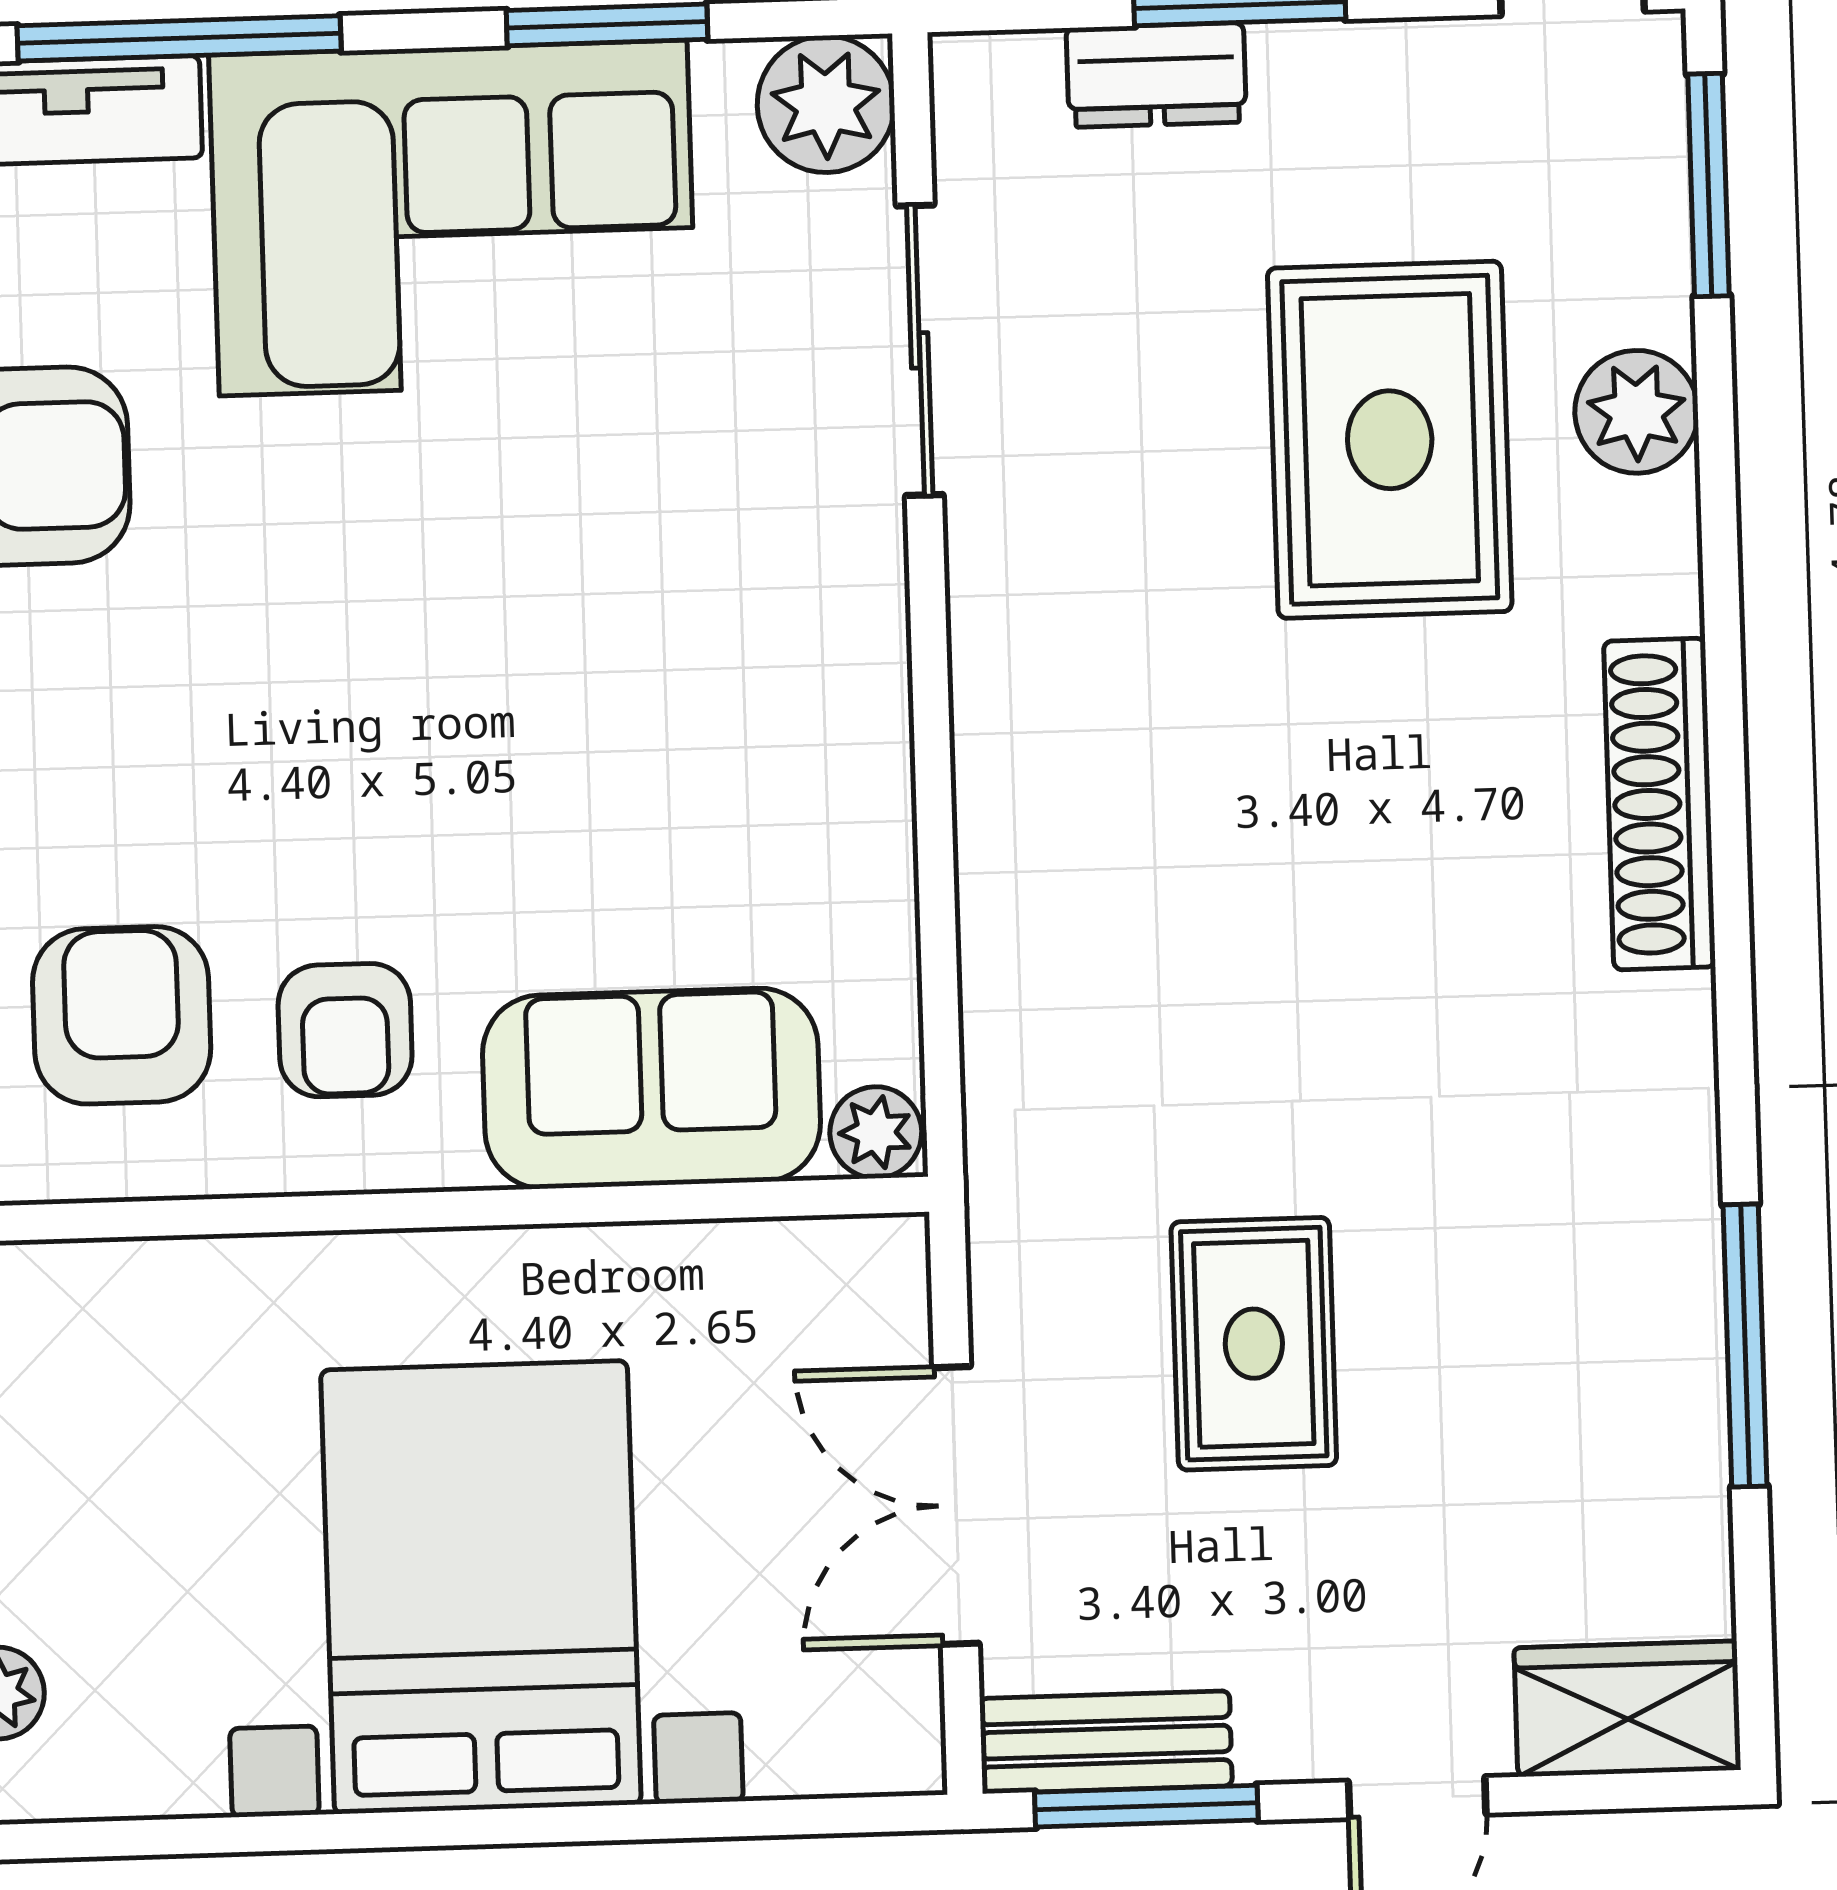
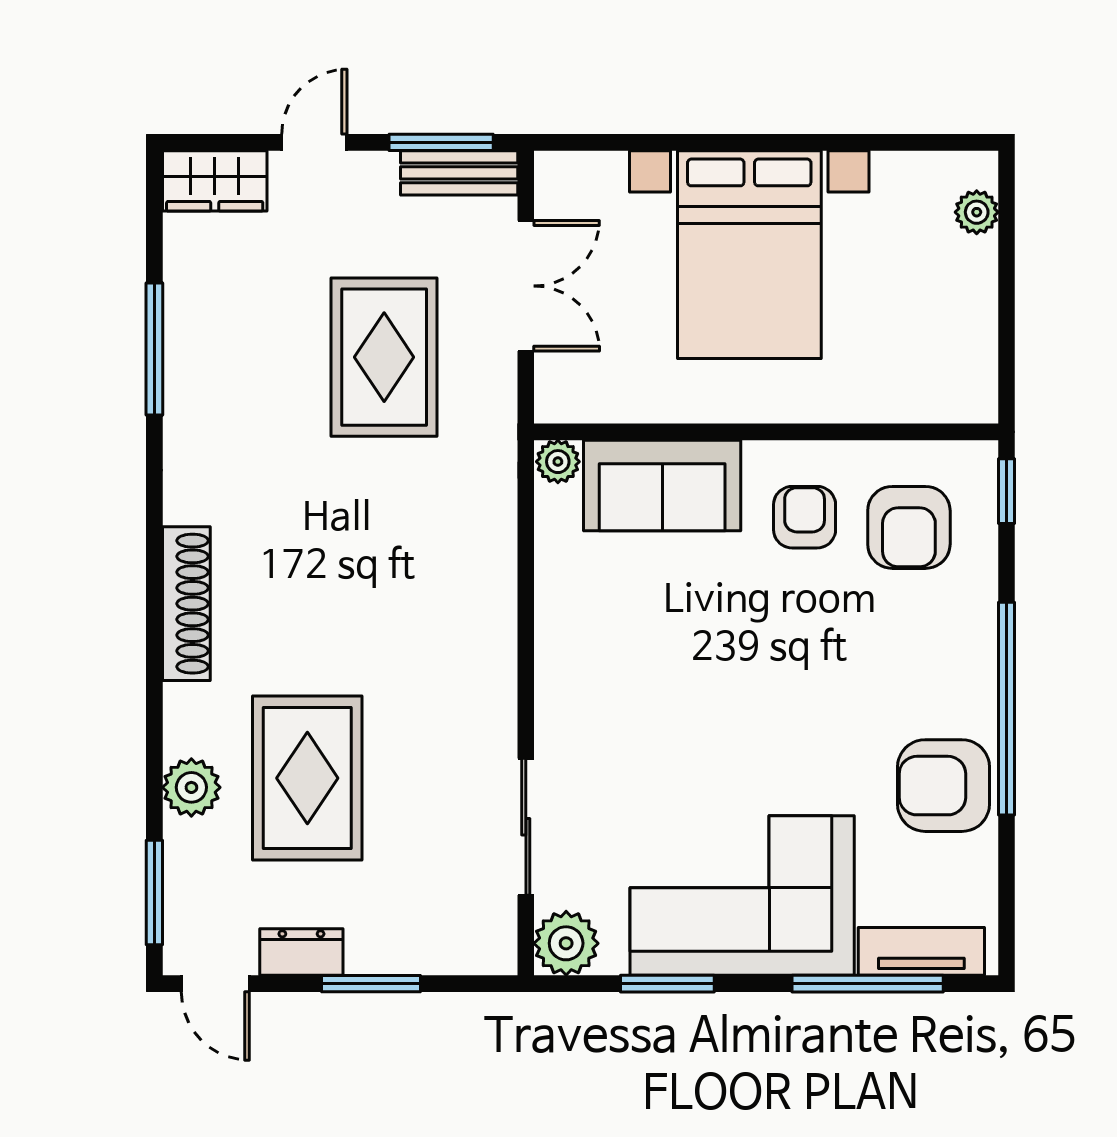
dresser: (1156, 75) -> (301, 952), moved
rug: (1254, 1344) -> (384, 357), width x1.36, depth x1.43

